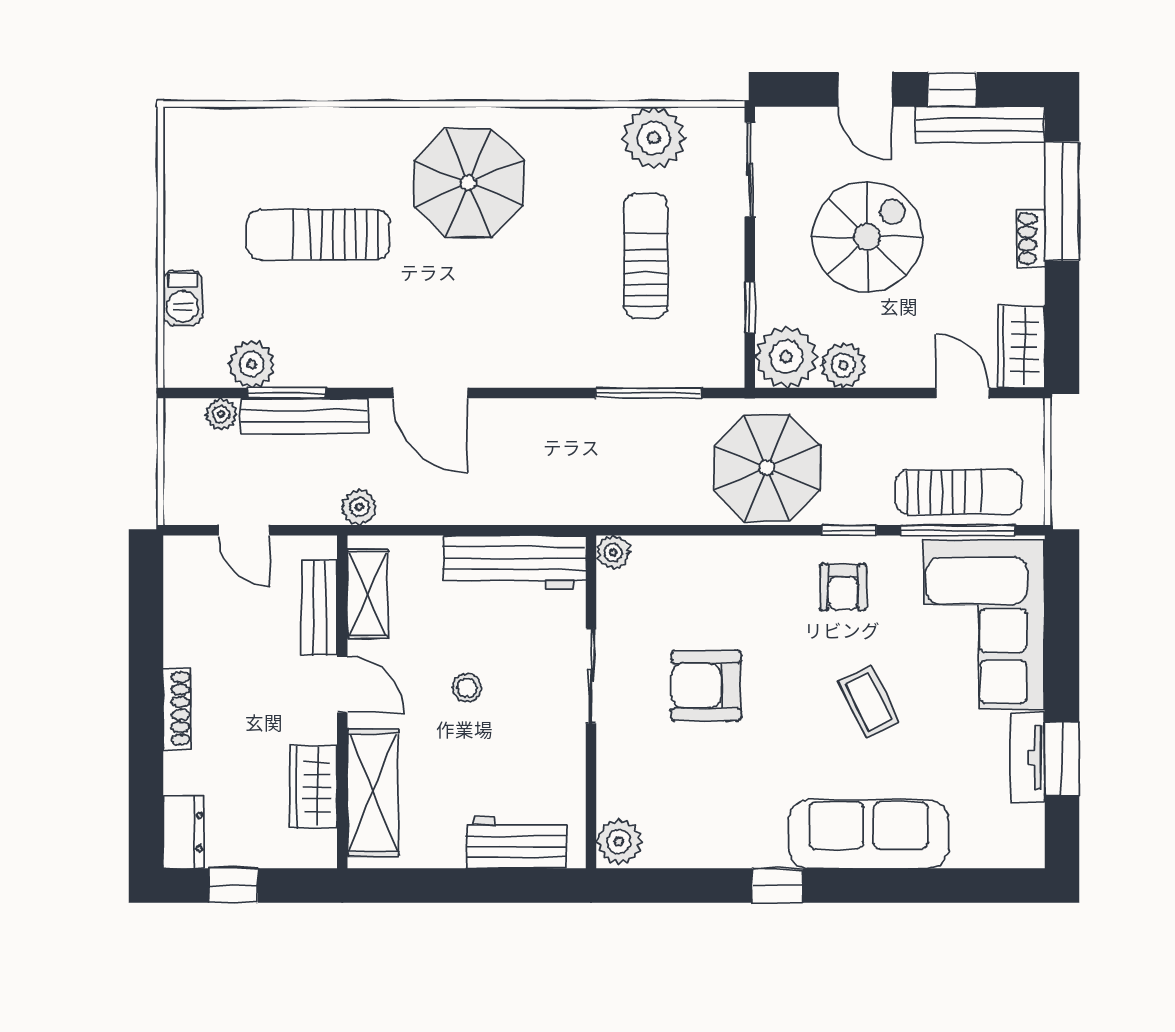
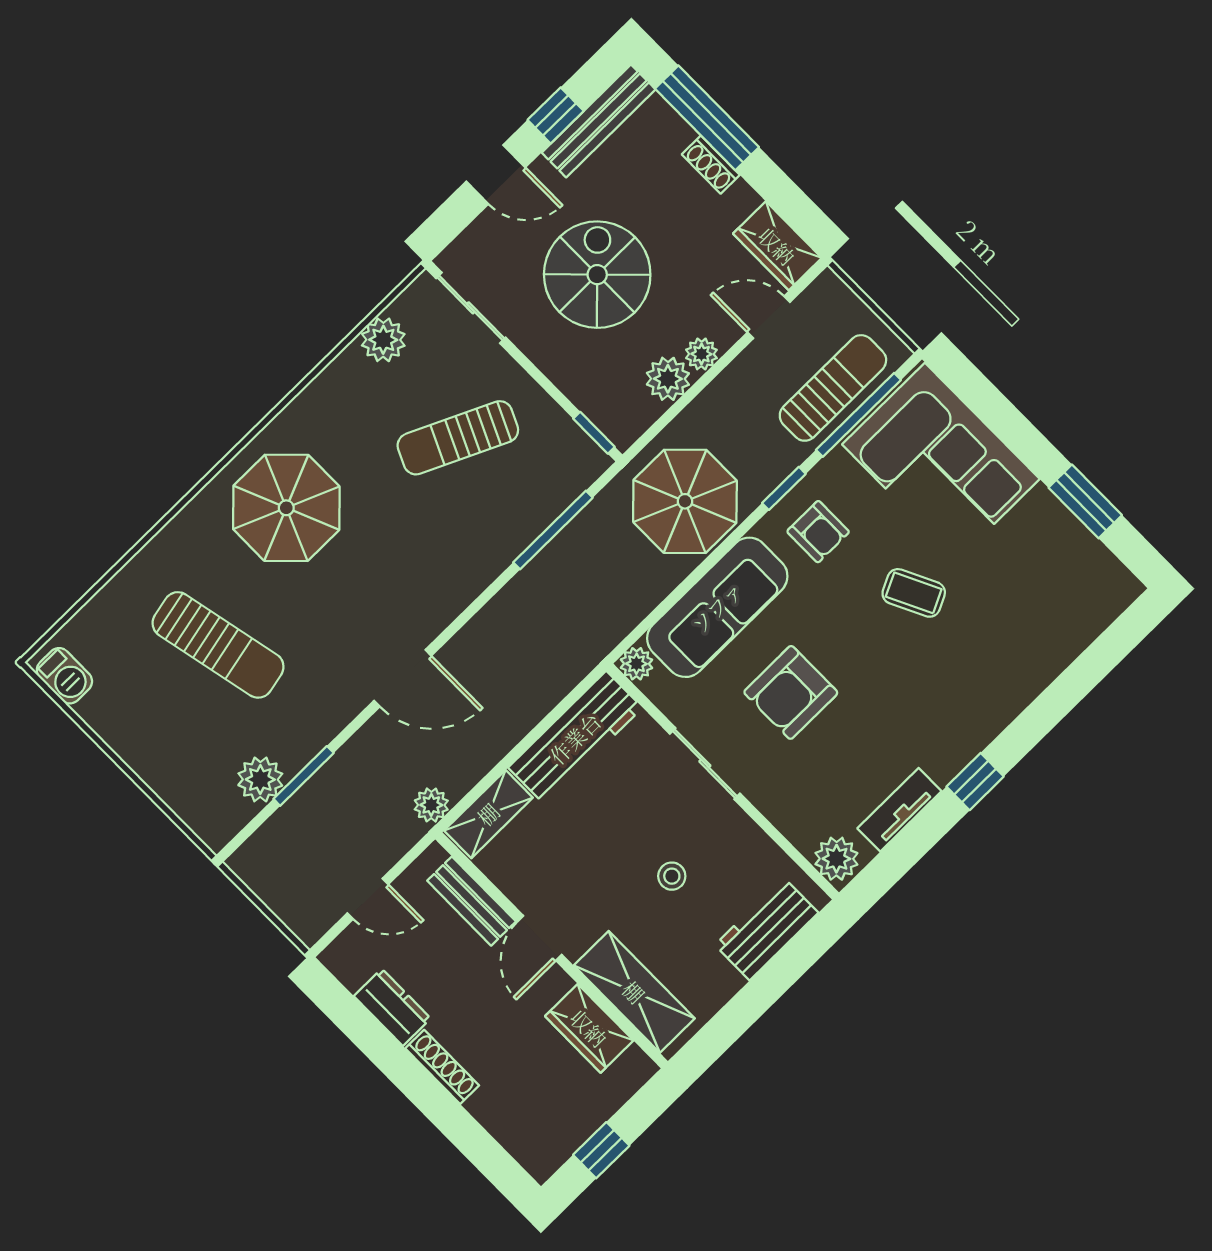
plant: (654, 138) -> (383, 340), width x0.73, depth x0.73
sun lounger: (318, 234) -> (218, 645), turned -102
sun lounger: (646, 256) -> (458, 438), turned -65
barbecue: (183, 298) -> (64, 676), moved
window: (750, 307) -> (594, 433), moved
plant: (786, 357) -> (701, 354), moved, width x0.53, depth x0.53
plant: (221, 414) -> (273, 835), removed
bench: (305, 416) -> (332, 779), removed
shelving: (368, 594) -> (488, 814), moved, turned 90
door: (342, 684) -> (540, 938), swing flipped
stool: (467, 688) -> (672, 876), moved
tv unit: (1028, 757) -> (899, 810), moved, turned 90
dresser: (183, 832) -> (392, 1007), moved
sofa: (869, 834) -> (717, 607), moved, turned 180

